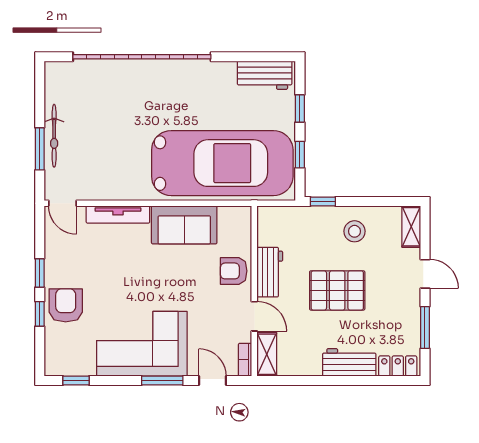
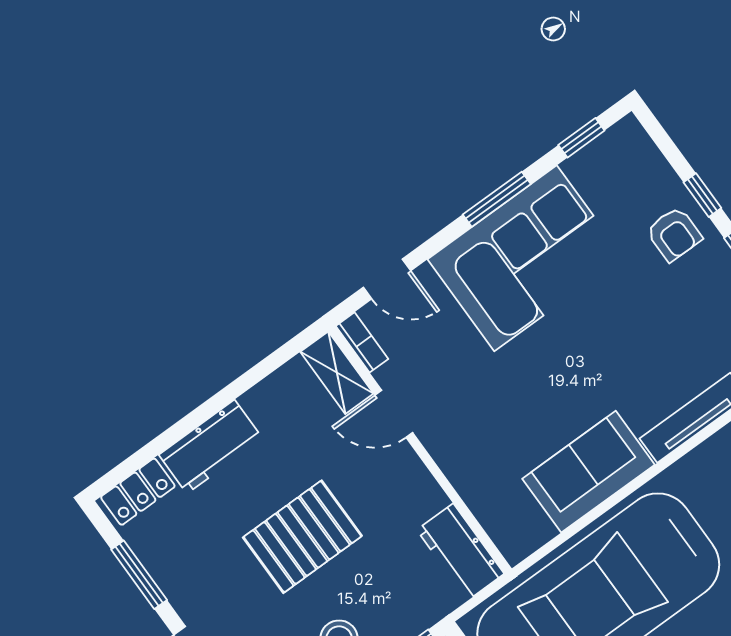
armchair: (234, 271) -> (470, 457), removed
workbench: (270, 272) -> (460, 552), moved
armchair: (66, 305) -> (674, 234), width x0.72, depth x0.72
window: (162, 381) -> (497, 199), moved

